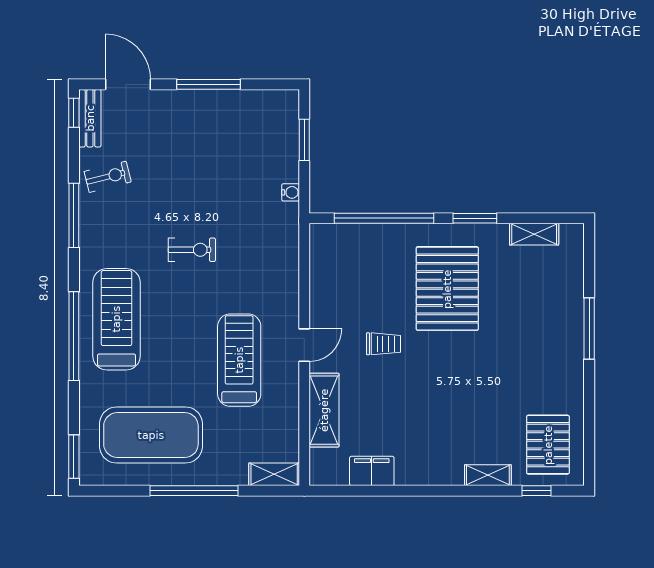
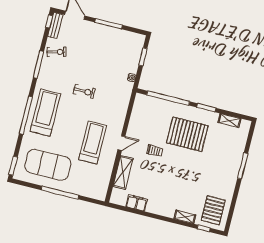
pallet: (447, 289) -> (187, 134), turned 90
shelving: (274, 474) -> (95, 194), removed

